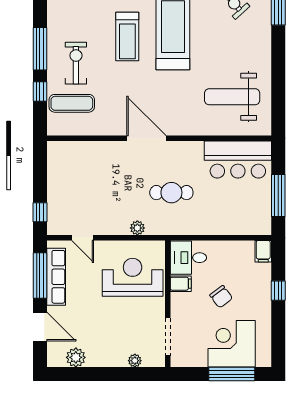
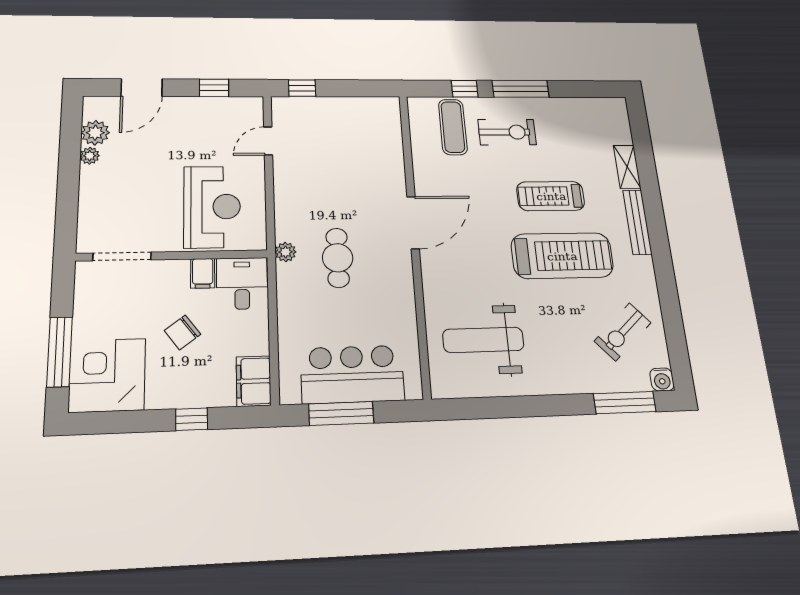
weight bench: (232, 97) -> (483, 340), turned -90
bar counter: (238, 160) -> (352, 374), moved, turned 90
plant: (137, 228) -> (286, 252), moved
filing cabinet: (263, 251) -> (254, 381), width x2.00
window: (40, 276) -> (214, 88), width x0.46
row of seats: (56, 277) -> (212, 108), removed
corner desk: (232, 344) -> (107, 375), moved, turned -90
plant: (135, 361) -> (90, 156), moved

